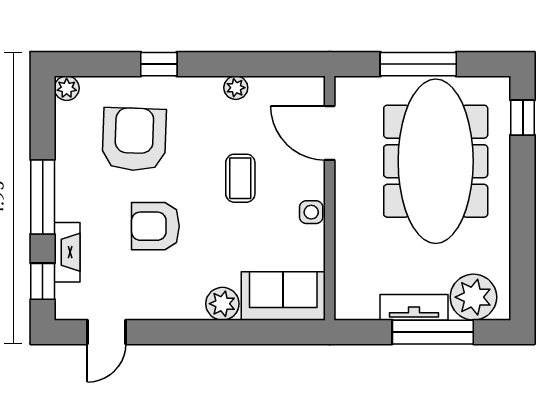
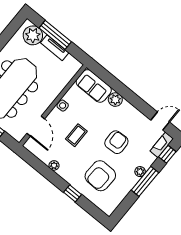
plant: (67, 88) -> (140, 172), moved
armchair: (155, 226) -> (116, 142), turned -92
fireplace: (67, 252) -> (162, 145), moved

